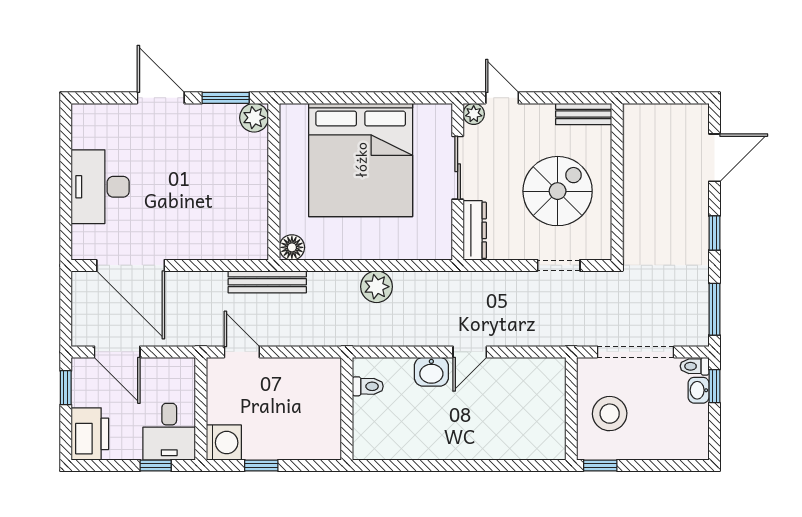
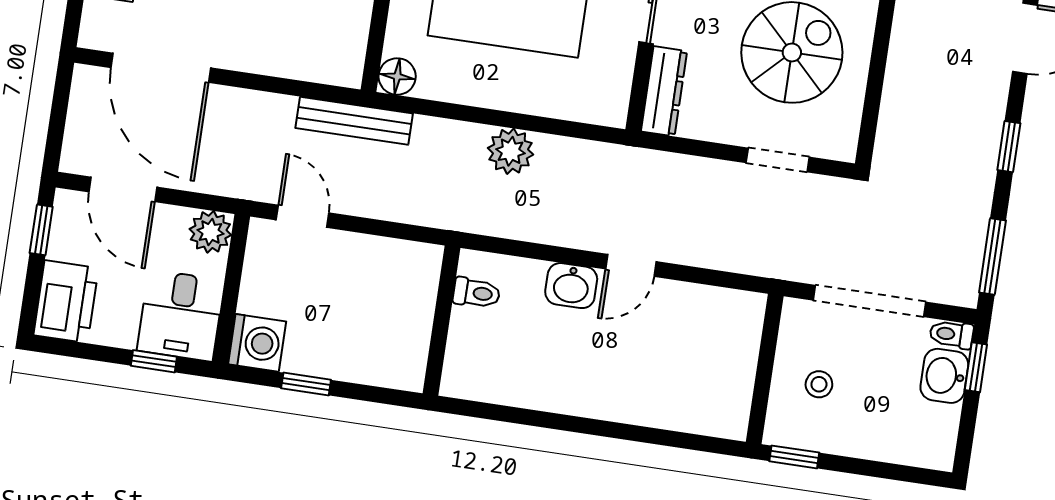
plant: (181, 372) -> (210, 232), added
washbasin: (699, 390) -> (944, 376), width x1.38, depth x1.45
stool: (610, 414) -> (819, 384), width x0.53, depth x0.53

